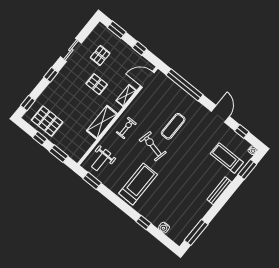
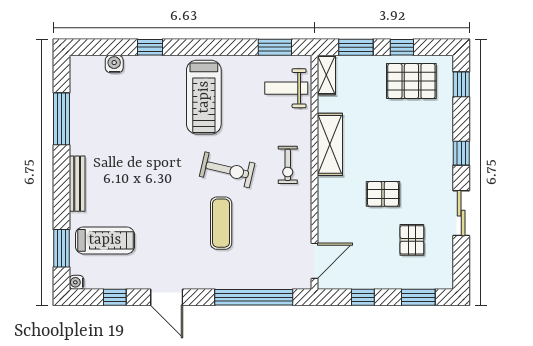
shelving: (126, 95) -> (326, 75), moved
weight bench: (101, 160) -> (286, 88), turned -90
window: (196, 232) -> (61, 119), moved

